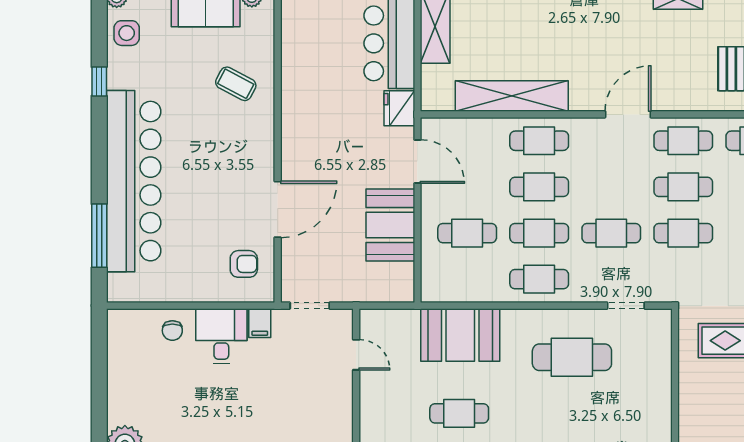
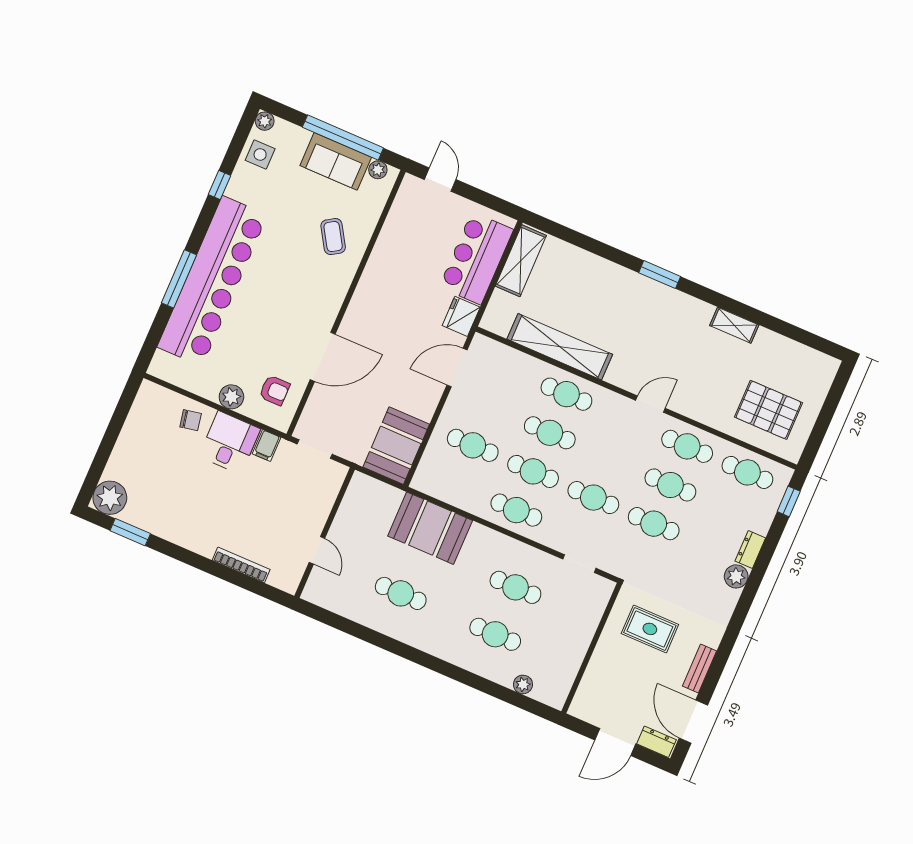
coffee table: (236, 84) -> (333, 237), turned 30
door: (628, 114) -> (650, 404), width x0.73
door: (417, 162) -> (457, 367), swing flipped
booth: (390, 225) -> (396, 446), moved
window: (99, 236) -> (179, 279), moved
plant: (203, 289) -> (231, 397), added
chair: (172, 331) -> (191, 420), turned -101
door: (356, 355) -> (317, 550), moved
cafe table: (572, 357) -> (515, 587), width x0.73, depth x0.74
cafe table: (572, 413) -> (495, 634), added

